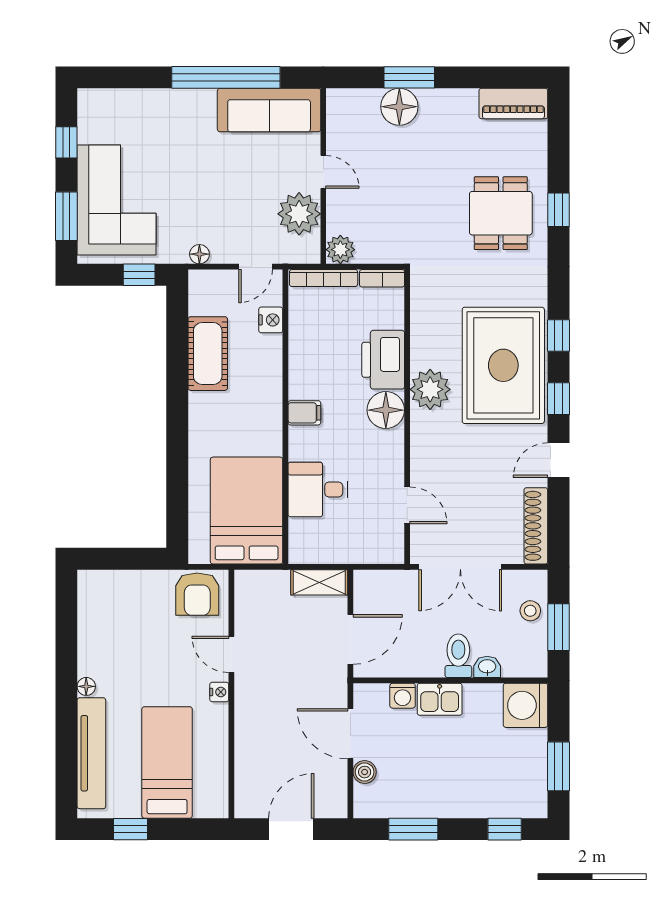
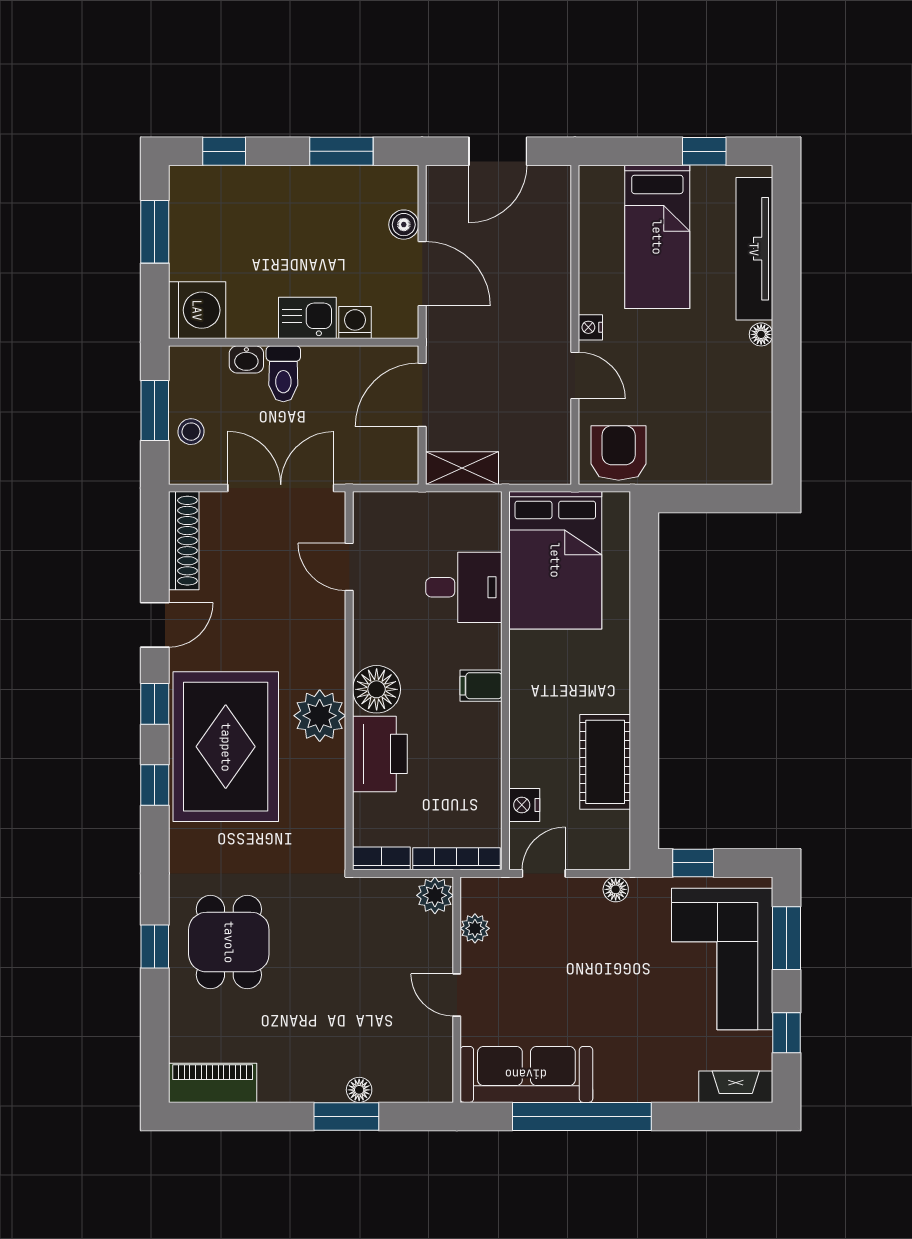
fireplace: (106, 100) -> (736, 1087), added
floor lamp: (399, 107) -> (359, 1090), width x0.53, depth x0.53
plant: (299, 214) -> (475, 928), width x0.53, depth x0.53

